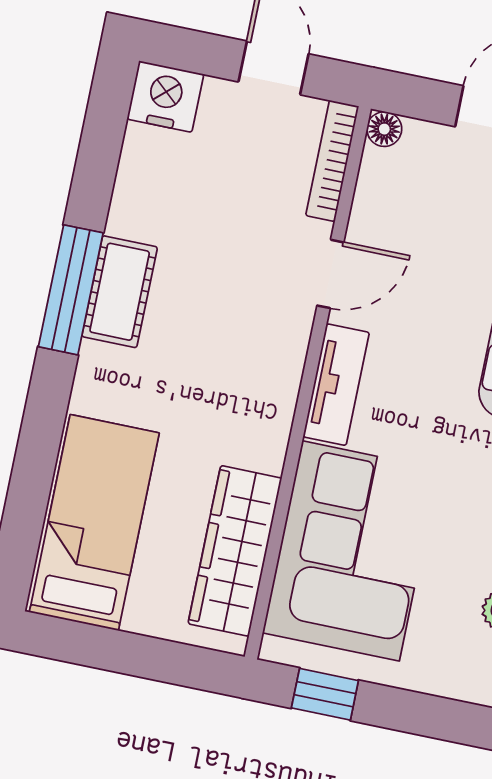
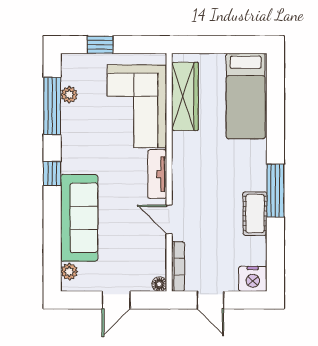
door: (330, 274) -> (169, 219), hinge flipped
cot: (120, 292) -> (255, 214), moved
window: (325, 694) -> (100, 45), moved

